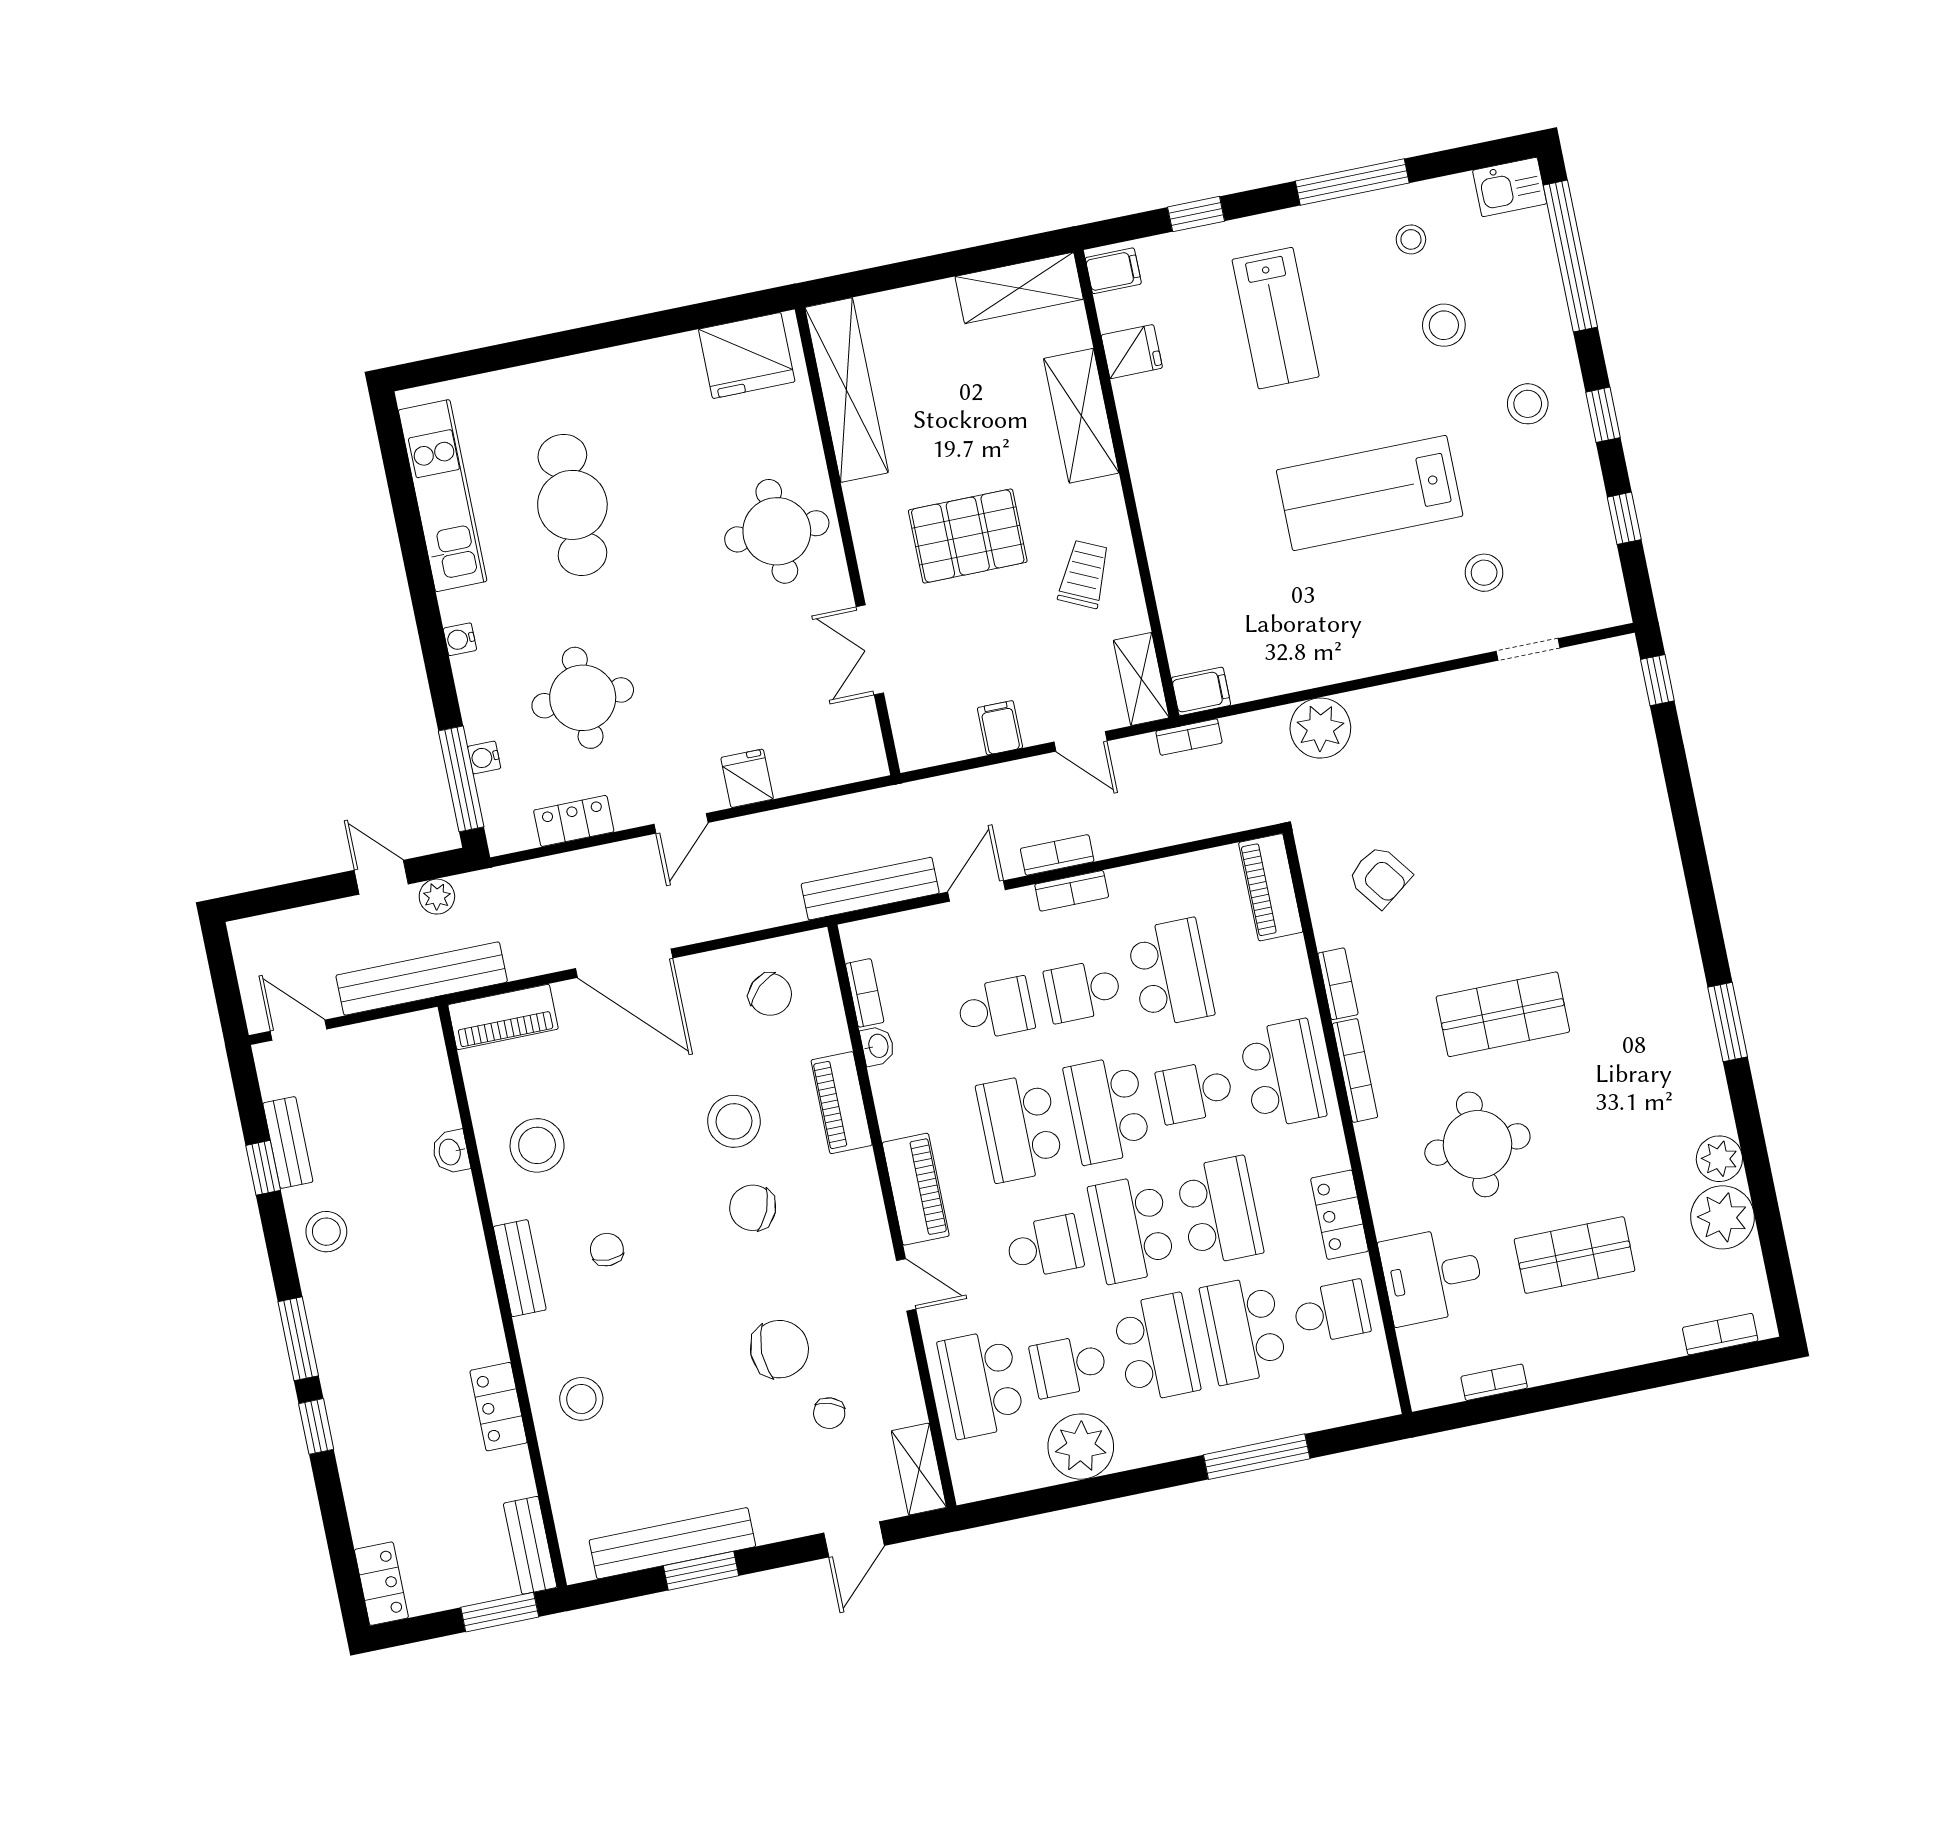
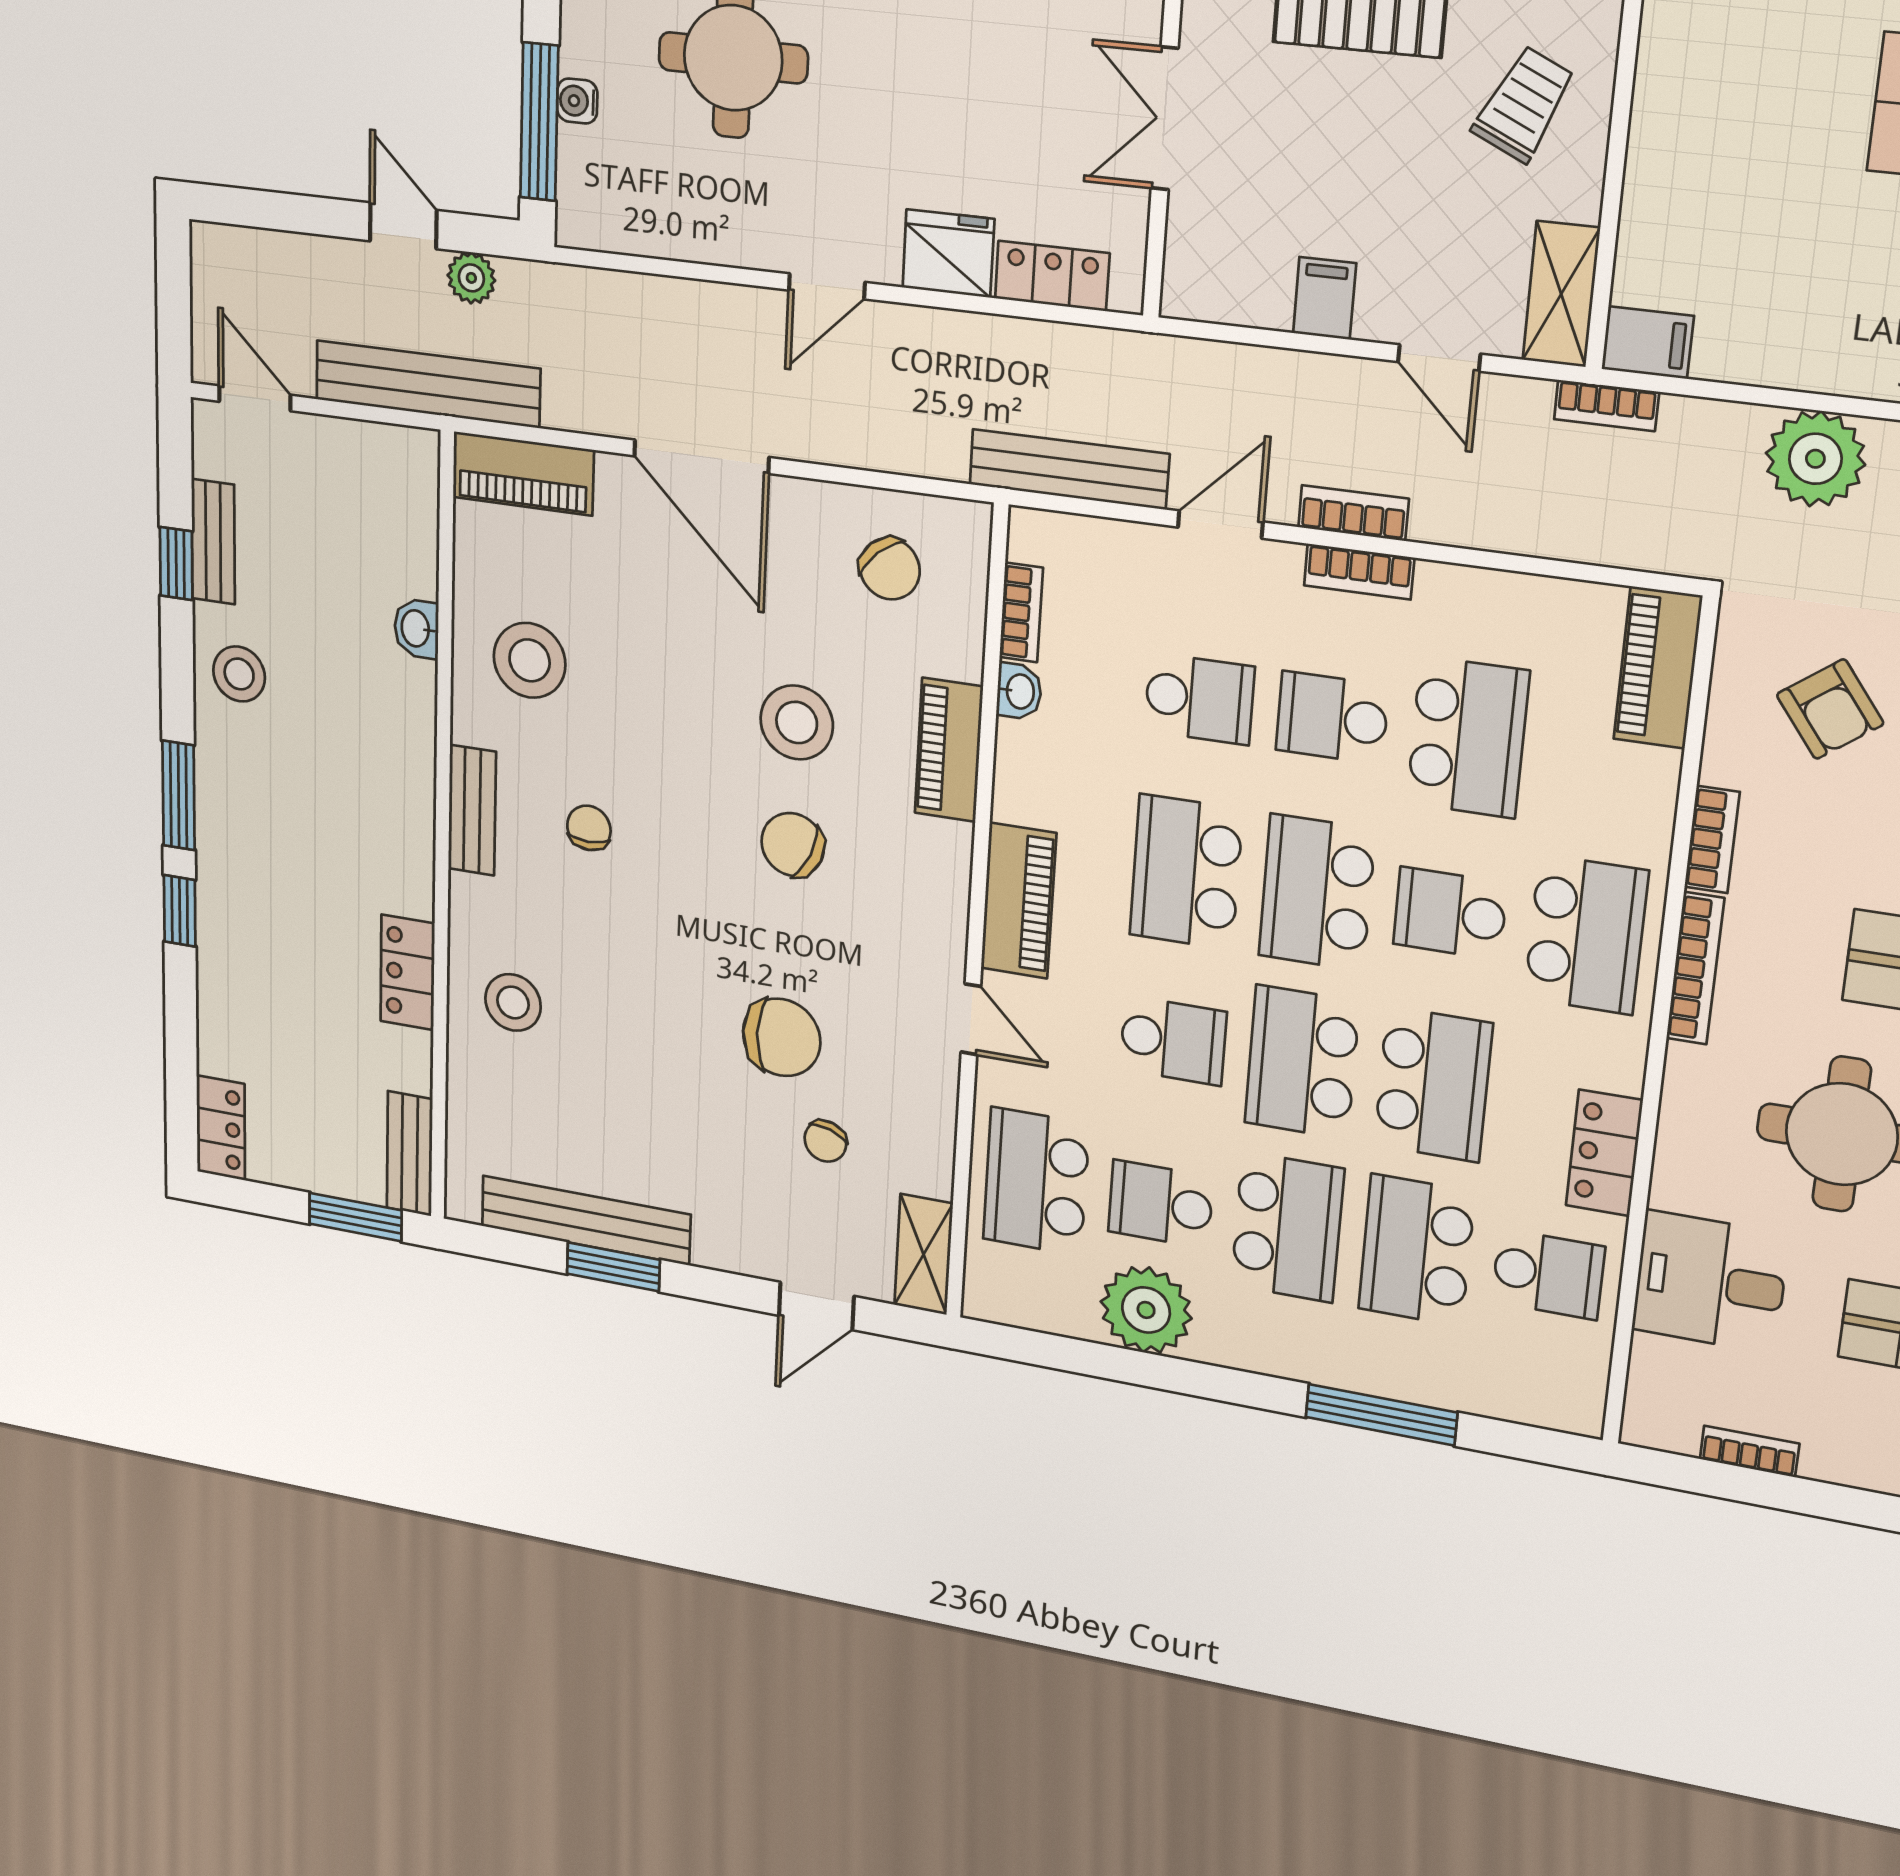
fridge: (747, 778) -> (948, 253), width x1.38
locker: (574, 821) -> (1052, 276), moved

